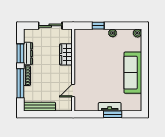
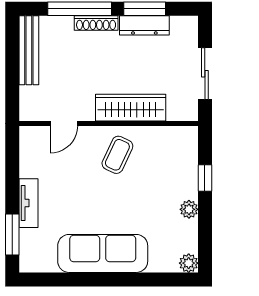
wardrobe: (66, 54) -> (131, 108), width x1.50
coffee table: (87, 66) -> (117, 155), added
door: (73, 91) -> (64, 124), swing flipped
window: (113, 114) -> (12, 235), moved

